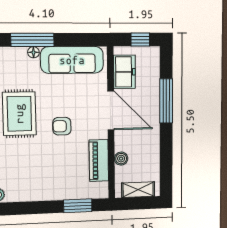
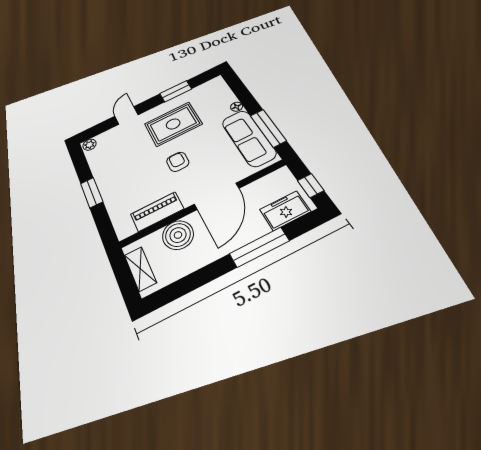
window: (32, 40) -> (268, 128), moved
freezer: (124, 72) -> (285, 211), moved, turned 180
boiler: (121, 159) -> (178, 235), width x1.86, depth x1.86
window: (78, 206) -> (92, 193), moved

